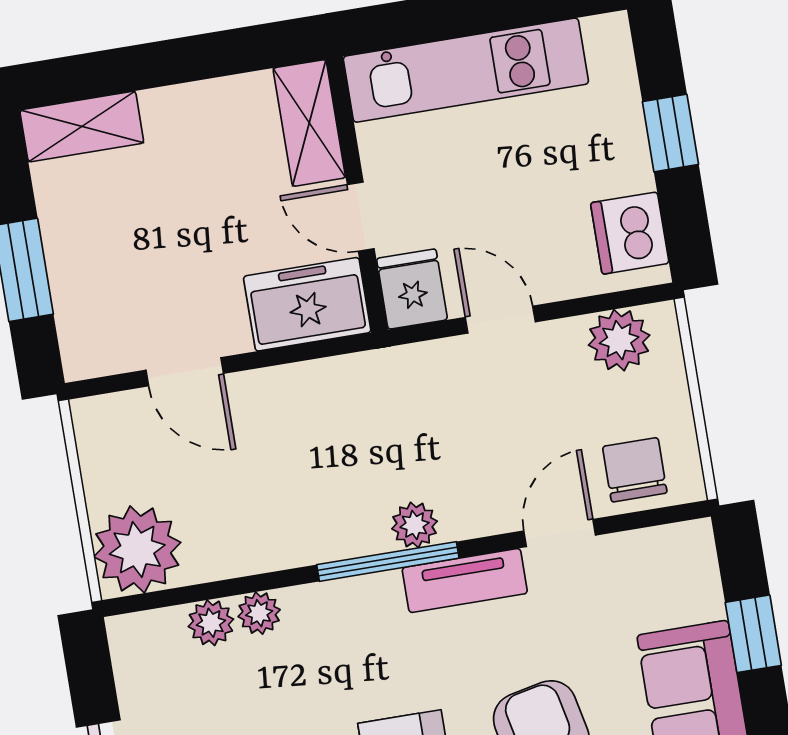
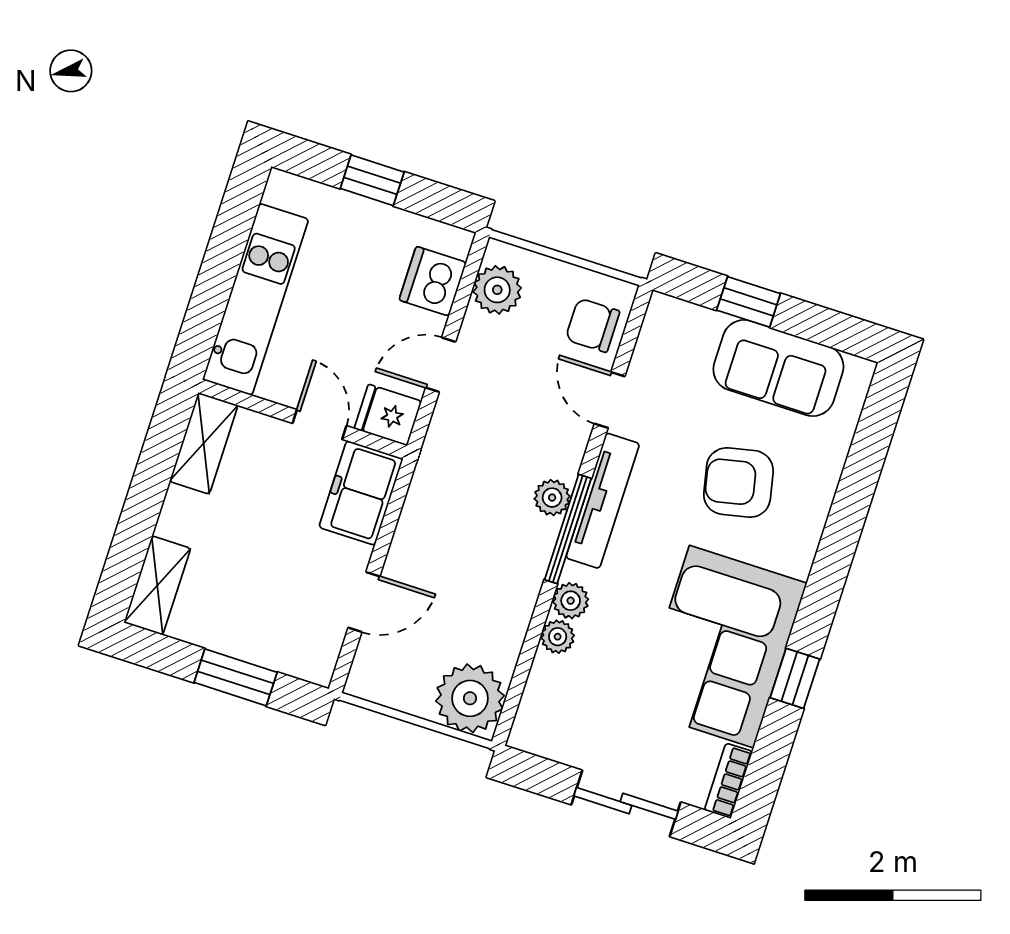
shelving: (309, 123) -> (204, 443), moved, turned 90
door: (361, 217) -> (319, 425), swing flipped
dishwasher: (630, 233) -> (433, 281), moved, turned 90
tv unit: (465, 581) -> (603, 501), width x1.41
plant: (211, 623) -> (571, 601), moved

